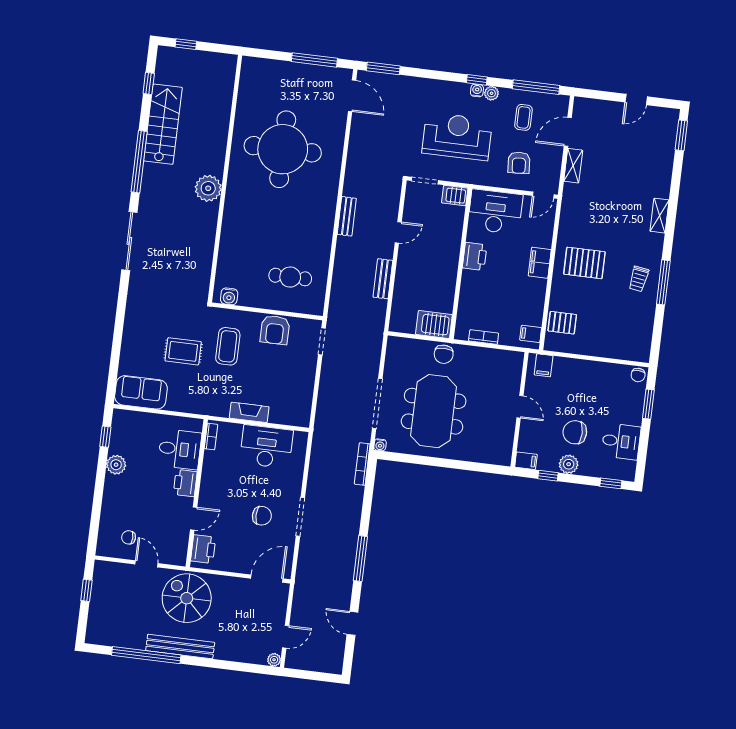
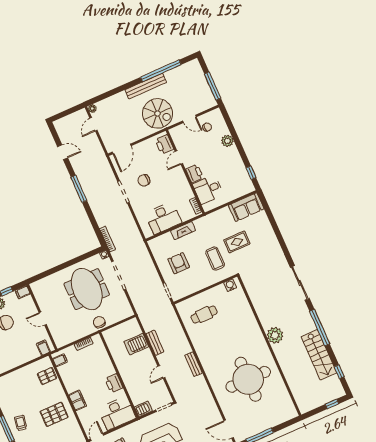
server rack: (434, 324) -> (136, 344), moved, turned 180
armchair: (275, 330) -> (179, 263), moved
plant: (116, 465) -> (227, 141), moved
window: (86, 590) -> (213, 86), width x2.17

